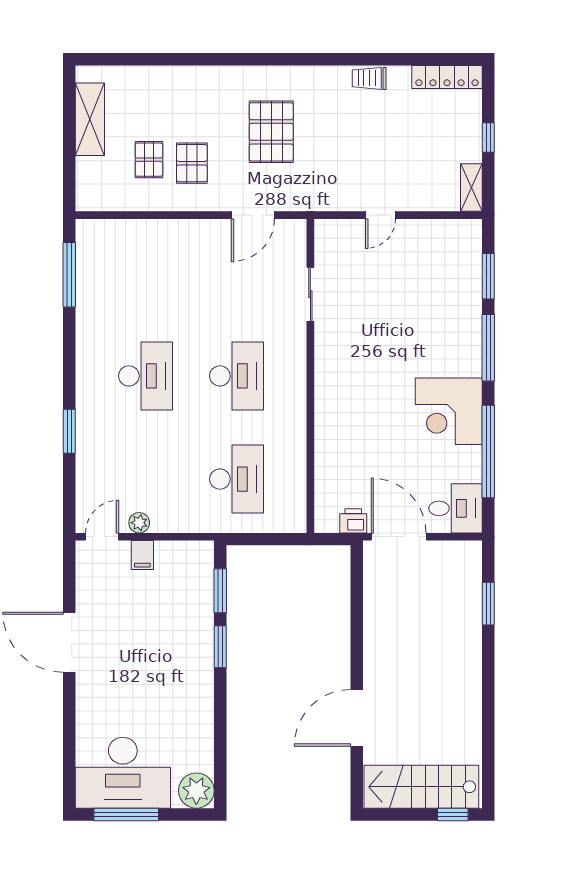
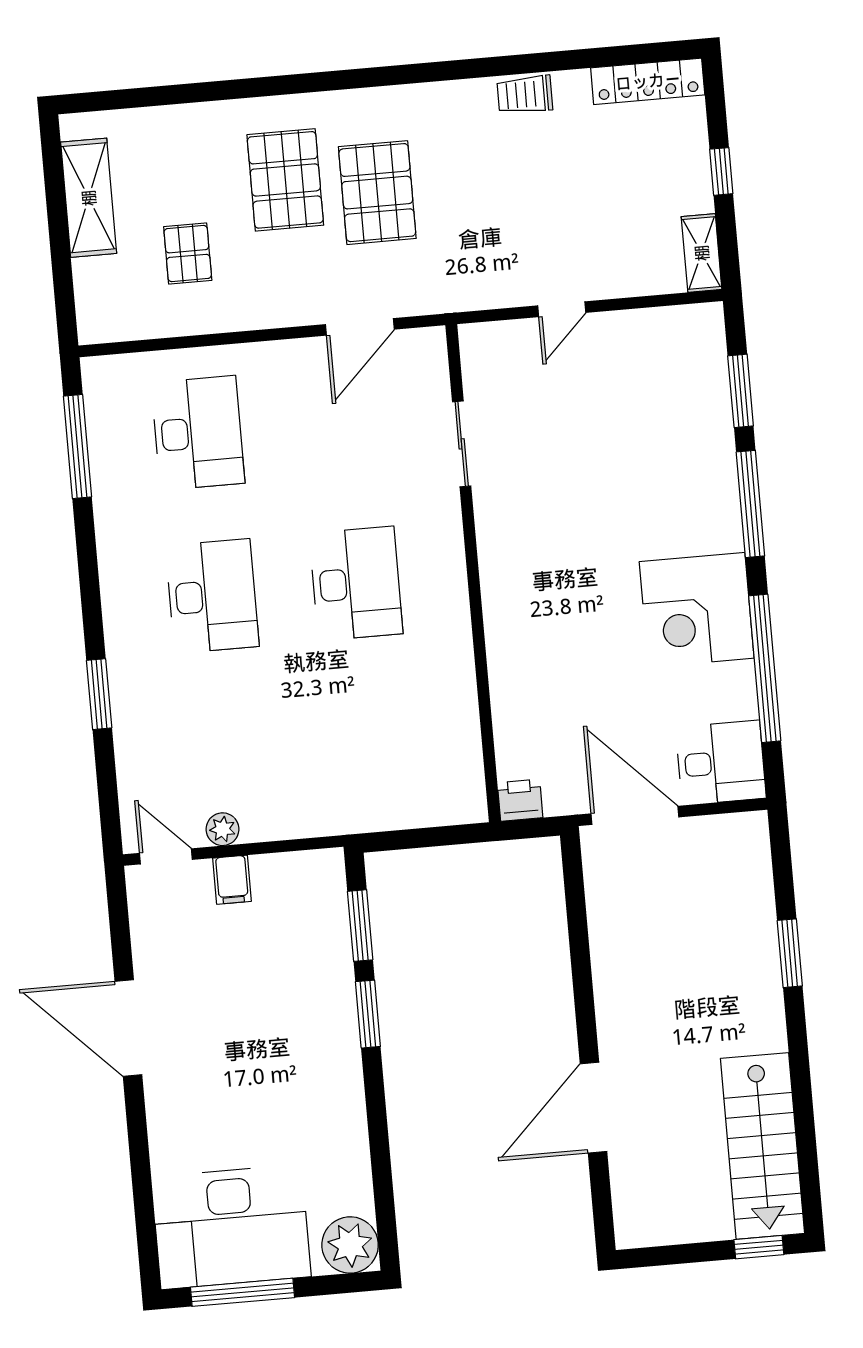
pallet: (192, 163) -> (285, 180), moved, width x1.50, depth x1.42
desk: (236, 479) -> (198, 433), moved
printer: (353, 521) -> (520, 800), moved
door: (102, 537) -> (166, 856), hinge flipped
window: (488, 604) -> (790, 953), moved
stairs: (421, 787) -> (762, 1146), moved, turned -90

